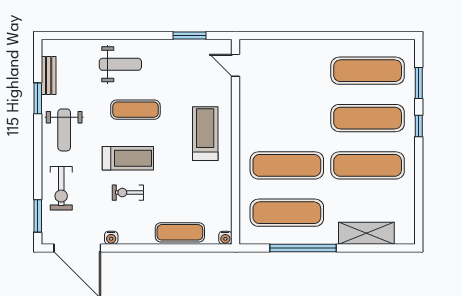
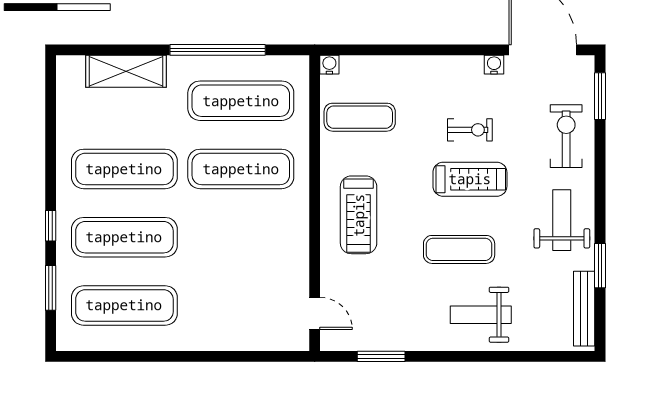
bench: (49, 75) -> (584, 309), width x1.36
treadmill: (128, 158) -> (470, 179), turned 180
exercise mat: (180, 232) -> (360, 117), moved

